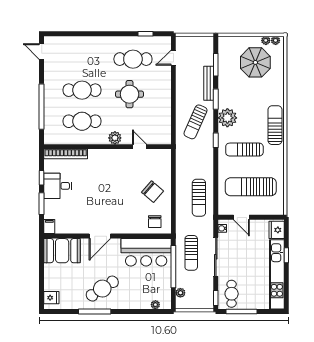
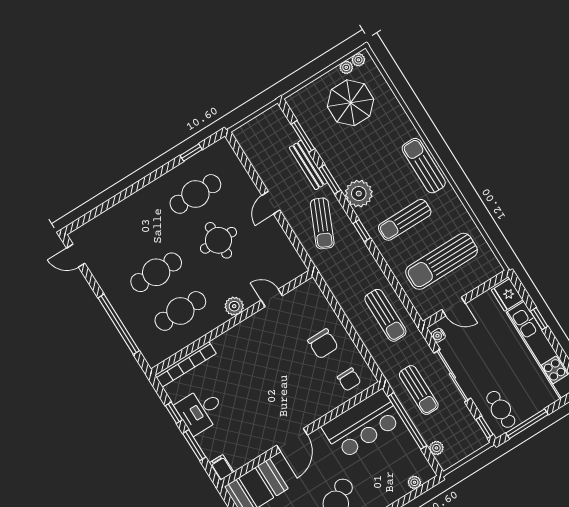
door: (173, 58) -> (271, 203), moved
chair: (153, 192) -> (323, 344), turned 49

